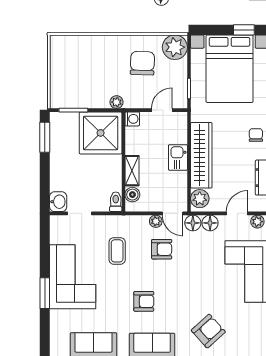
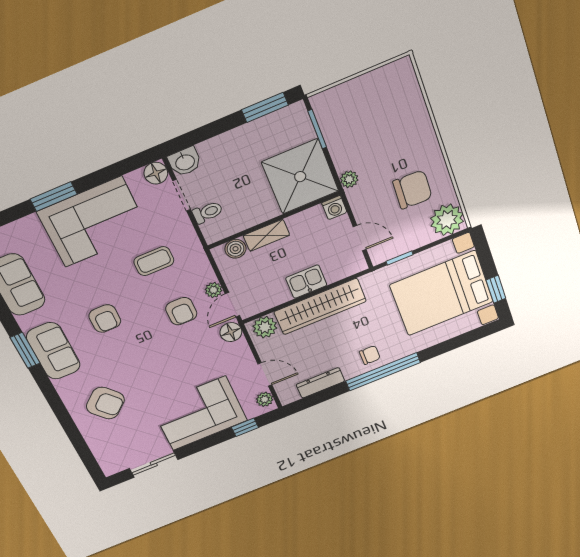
toilet: (116, 202) -> (208, 212), moved
floor lamp: (210, 223) -> (156, 173), moved

